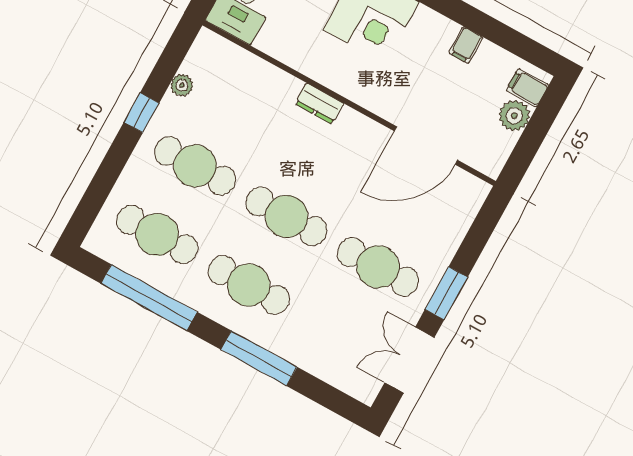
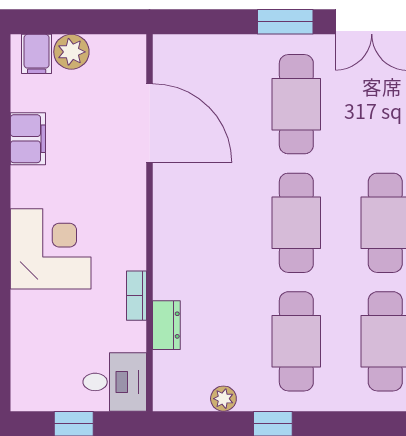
filing cabinet: (466, 45) -> (28, 139), width x2.00
bookcase: (298, 62) -> (137, 296), added
dresser: (319, 104) -> (166, 325), moved

